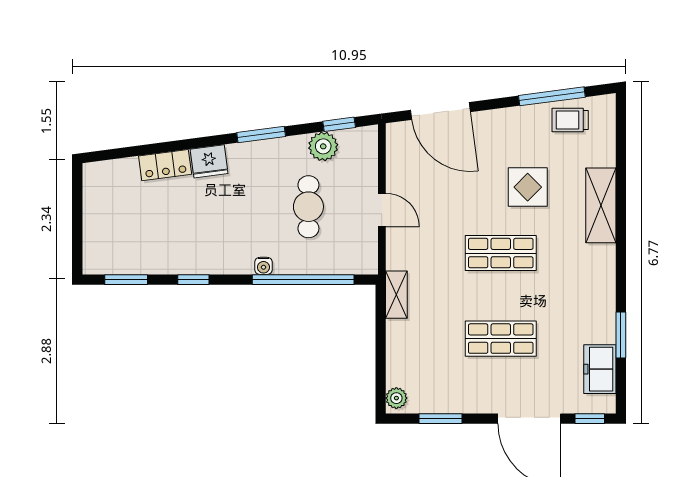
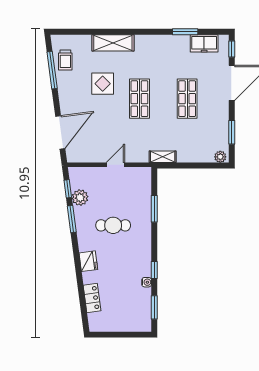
window: (261, 135) -> (72, 219), moved
locker: (165, 165) -> (92, 298), moved
cafe table: (308, 207) -> (113, 225), moved
water cooler: (263, 266) -> (147, 282), moved
window: (303, 280) -> (154, 209), width x0.47

